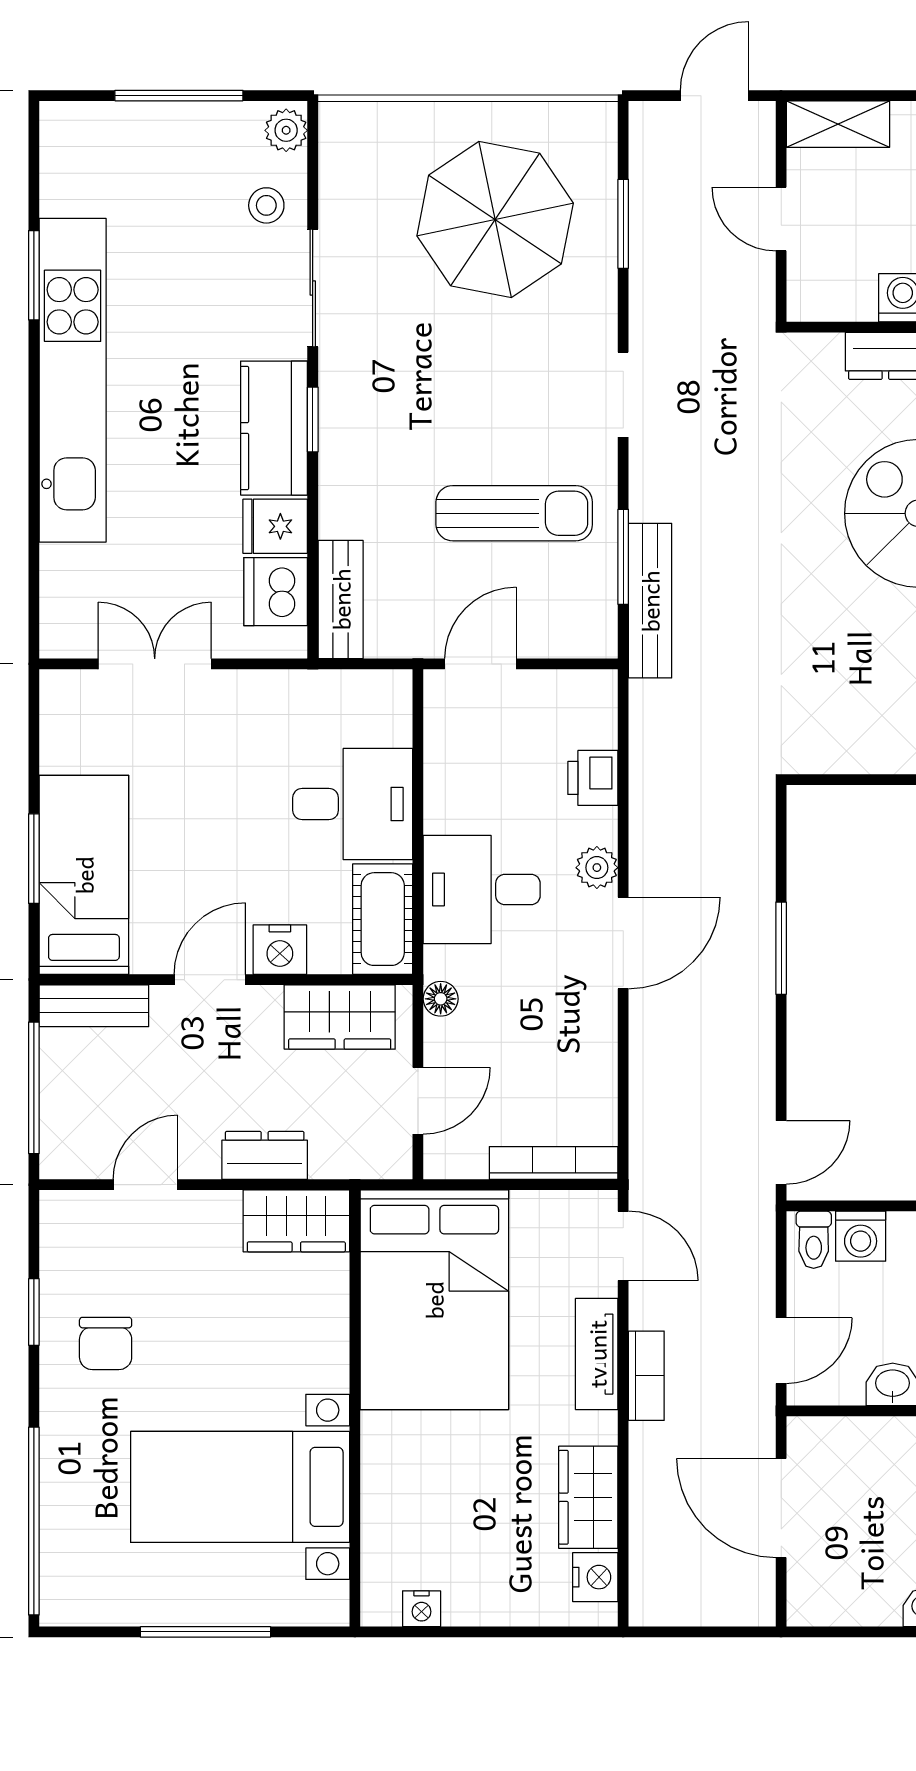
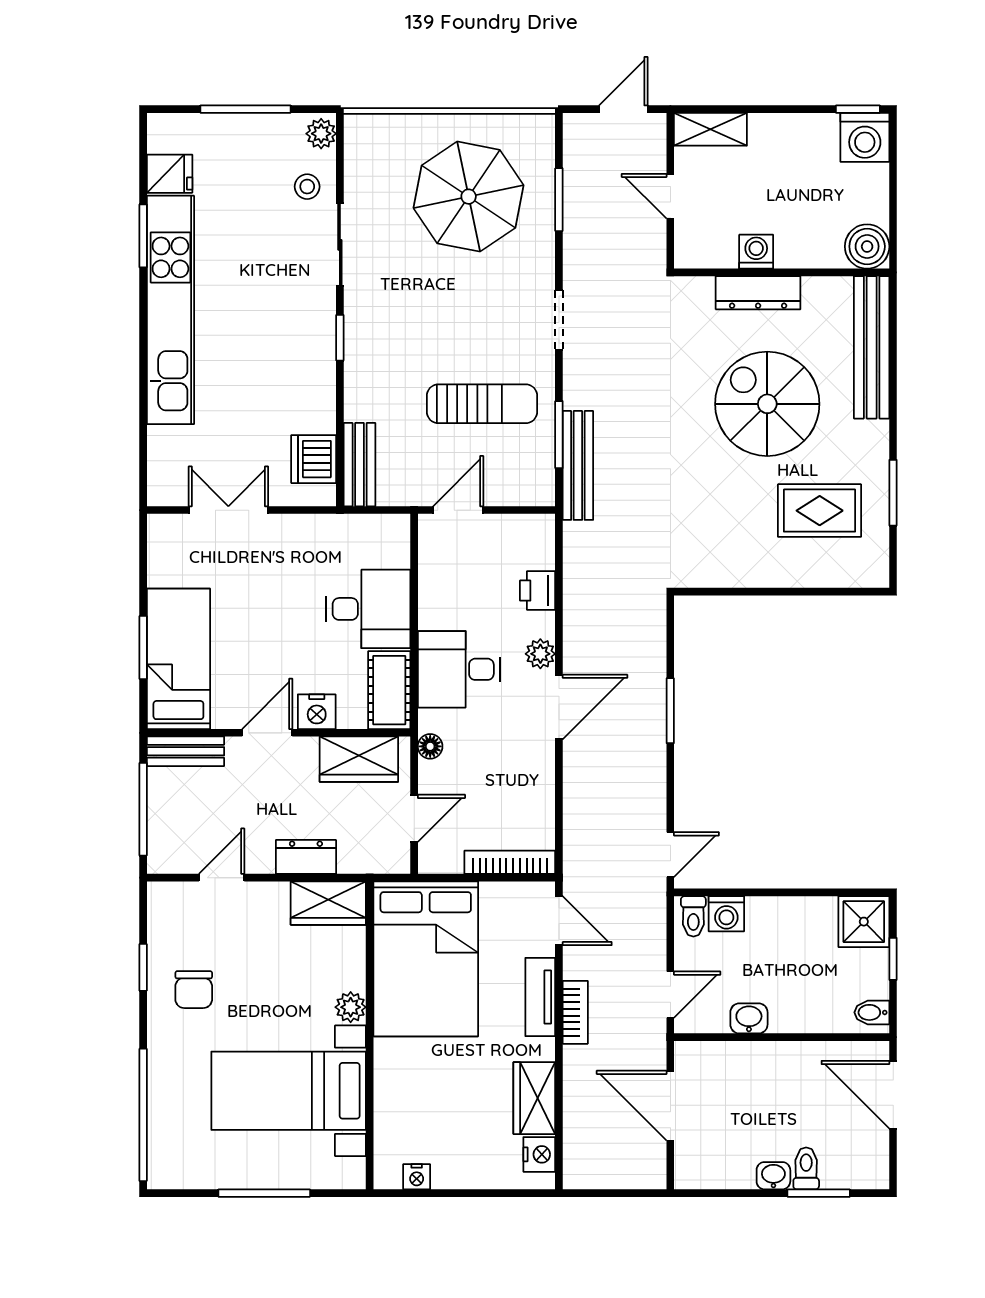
kitchen counter: (274, 428) -> (313, 344), removed
fridge: (275, 526) -> (170, 174), moved, turned 180
plant: (328, 1368) -> (351, 1007), added

